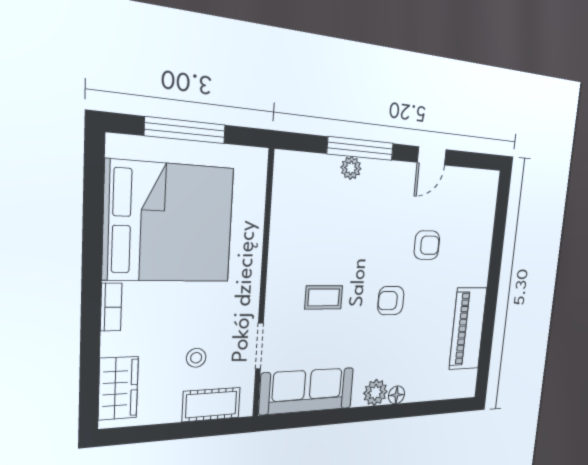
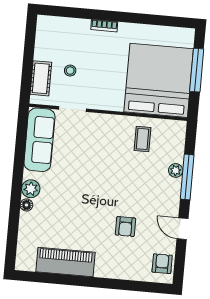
bed: (169, 223) -> (159, 80), moved, turned 180
coffee table: (324, 297) -> (143, 139), moved
armchair: (391, 301) -> (162, 264), moved
wardrobe: (118, 388) -> (59, 27), removed

